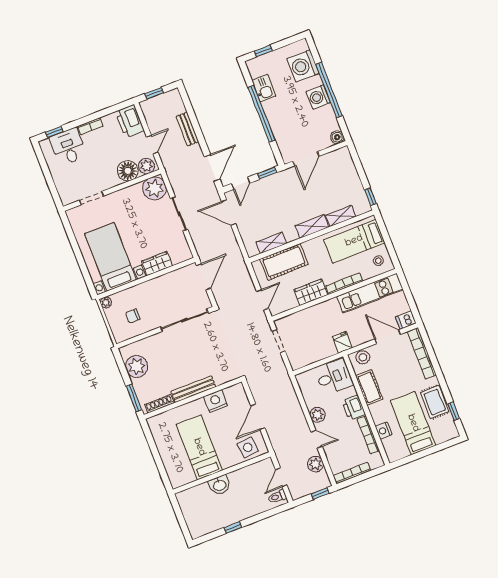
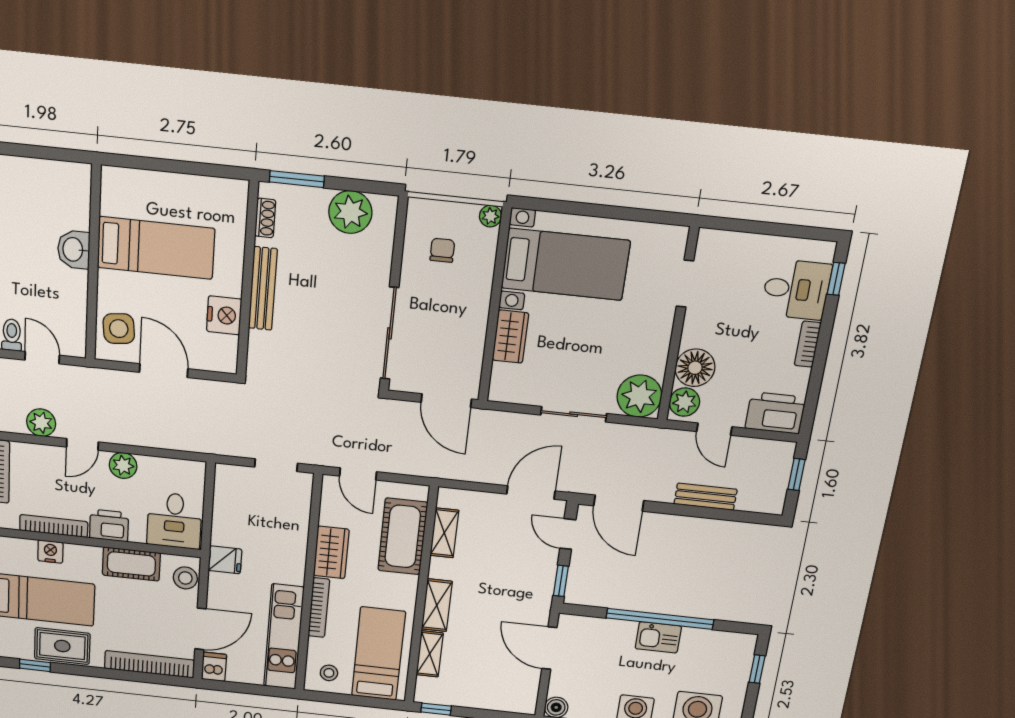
kitchen sink: (264, 88) -> (658, 637), moved
shoe rack: (159, 404) -> (265, 218), width x0.70

